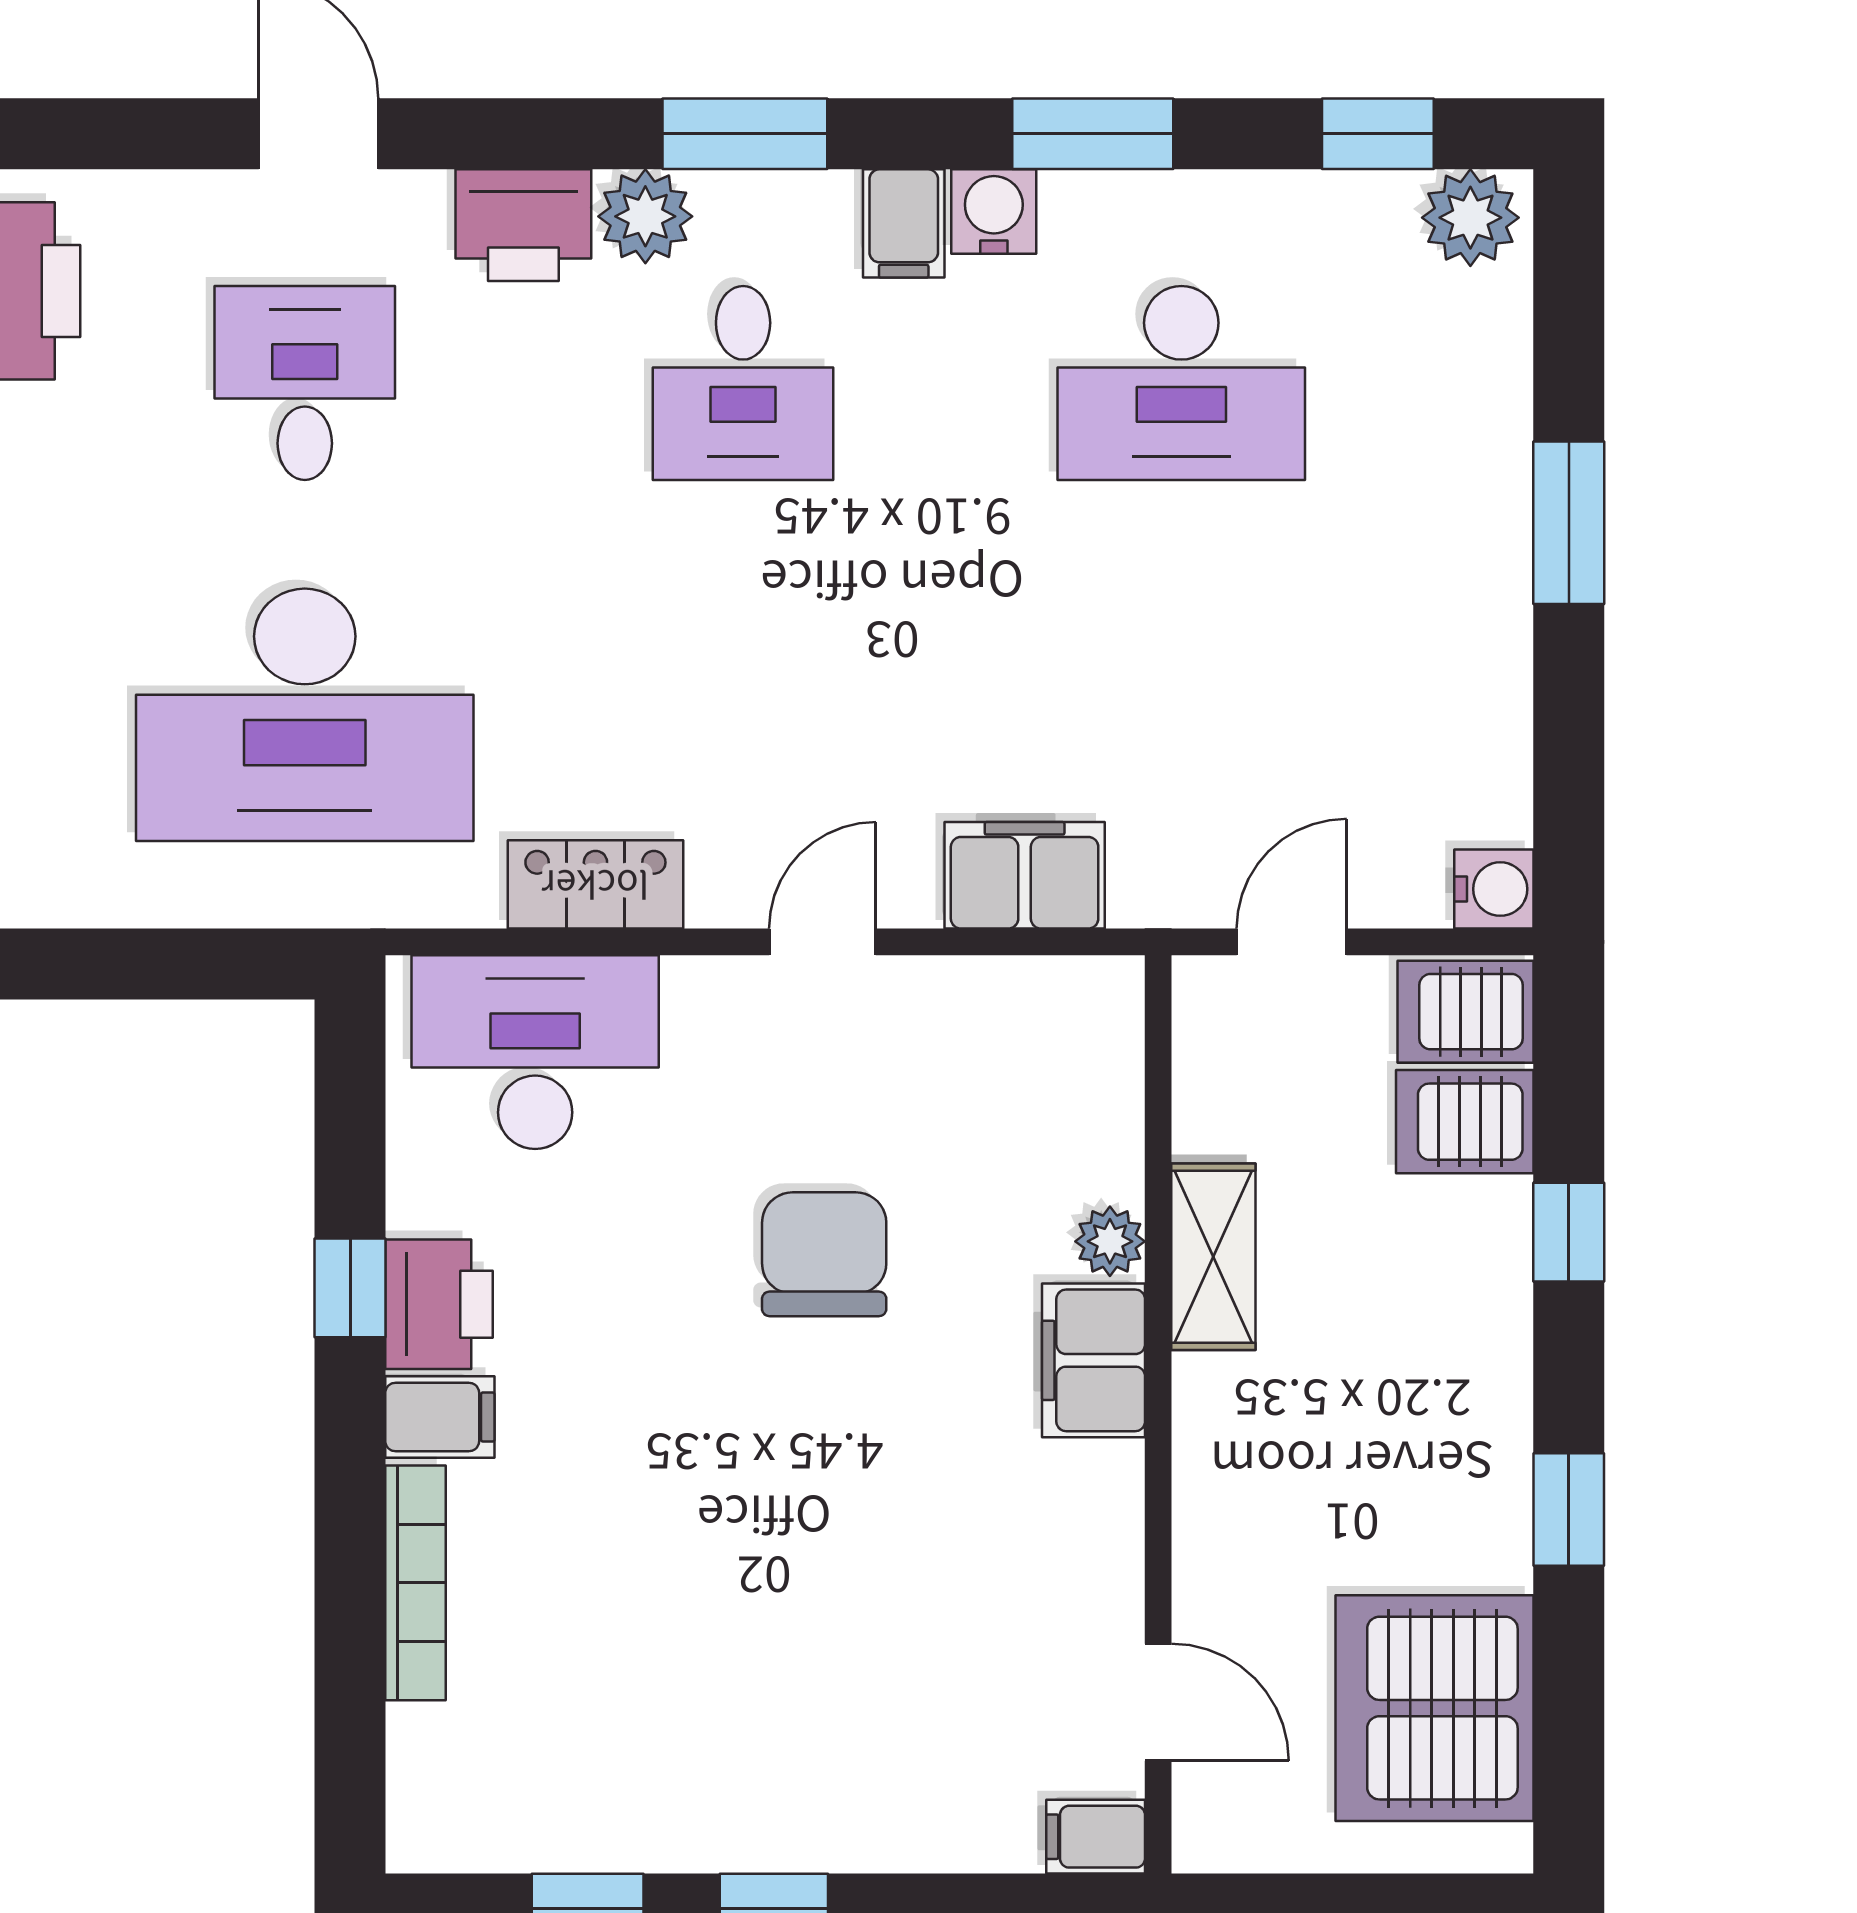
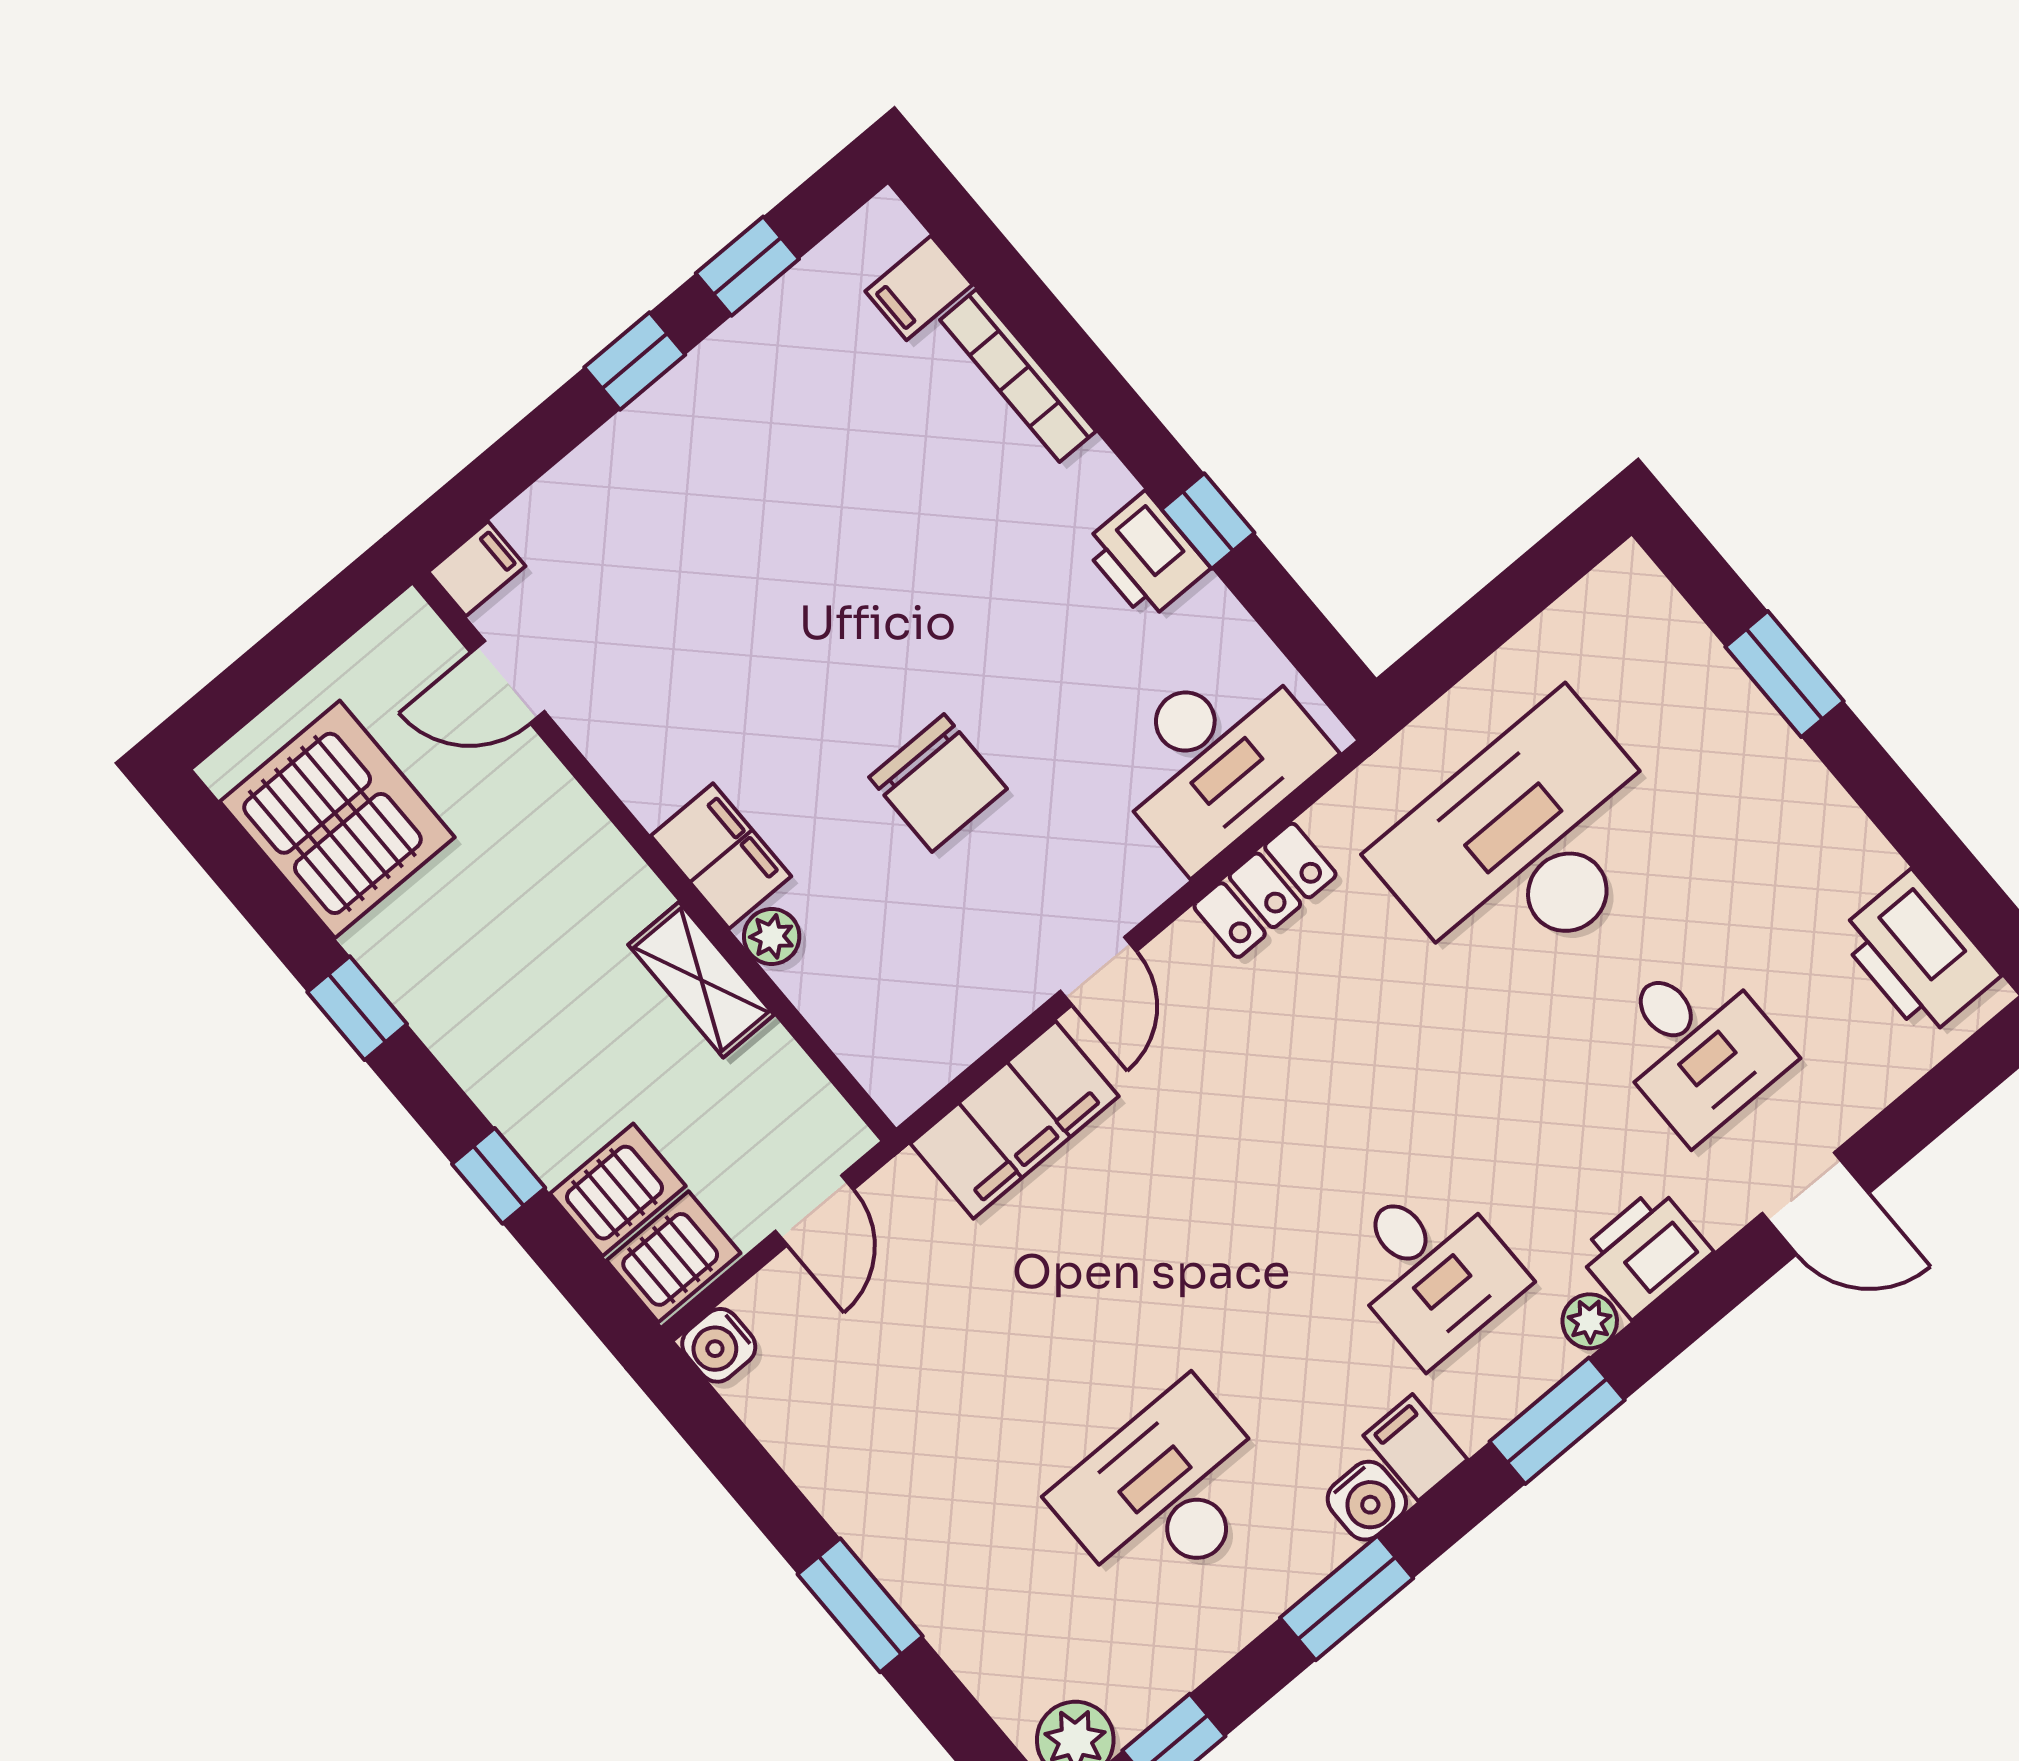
plant: (645, 216) -> (1590, 1321), width x0.73, depth x0.73
desk: (743, 383) -> (1431, 1269), turned 180
filing cabinet: (1025, 875) -> (1014, 1120), width x1.50, depth x1.17
filing cabinet: (440, 1417) -> (919, 288), moved

